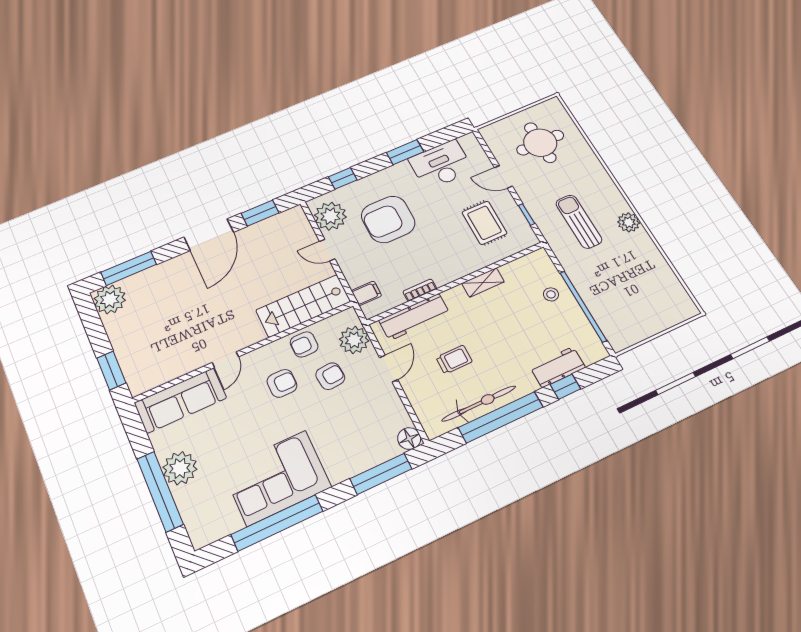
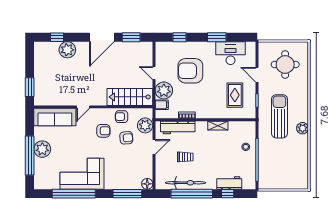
plant: (330, 216) -> (164, 90), moved
sun lounger: (579, 222) -> (279, 116), width x1.36, depth x1.34
window: (129, 268) -> (57, 37), width x0.46
plant: (110, 299) -> (67, 50), moved

